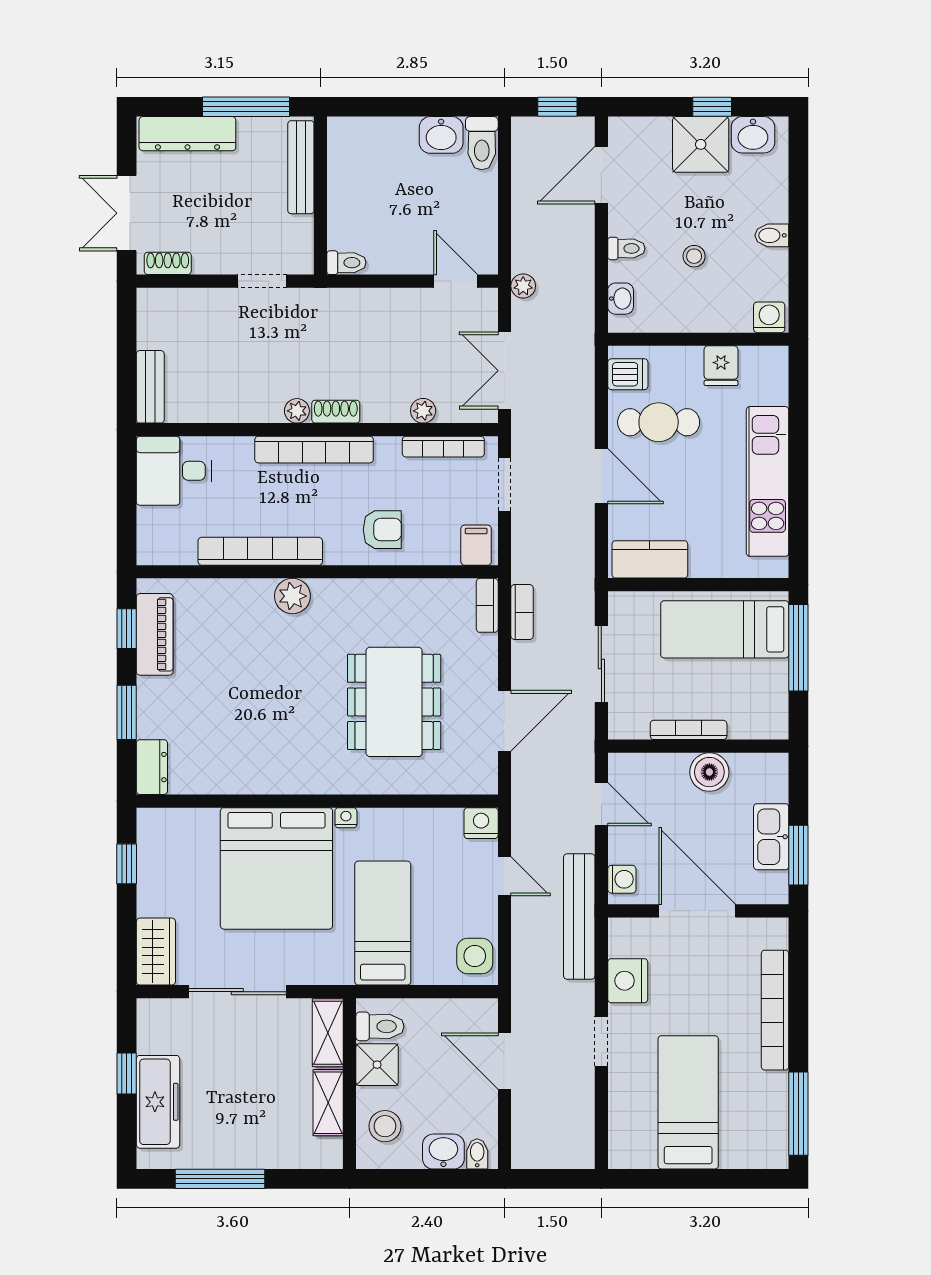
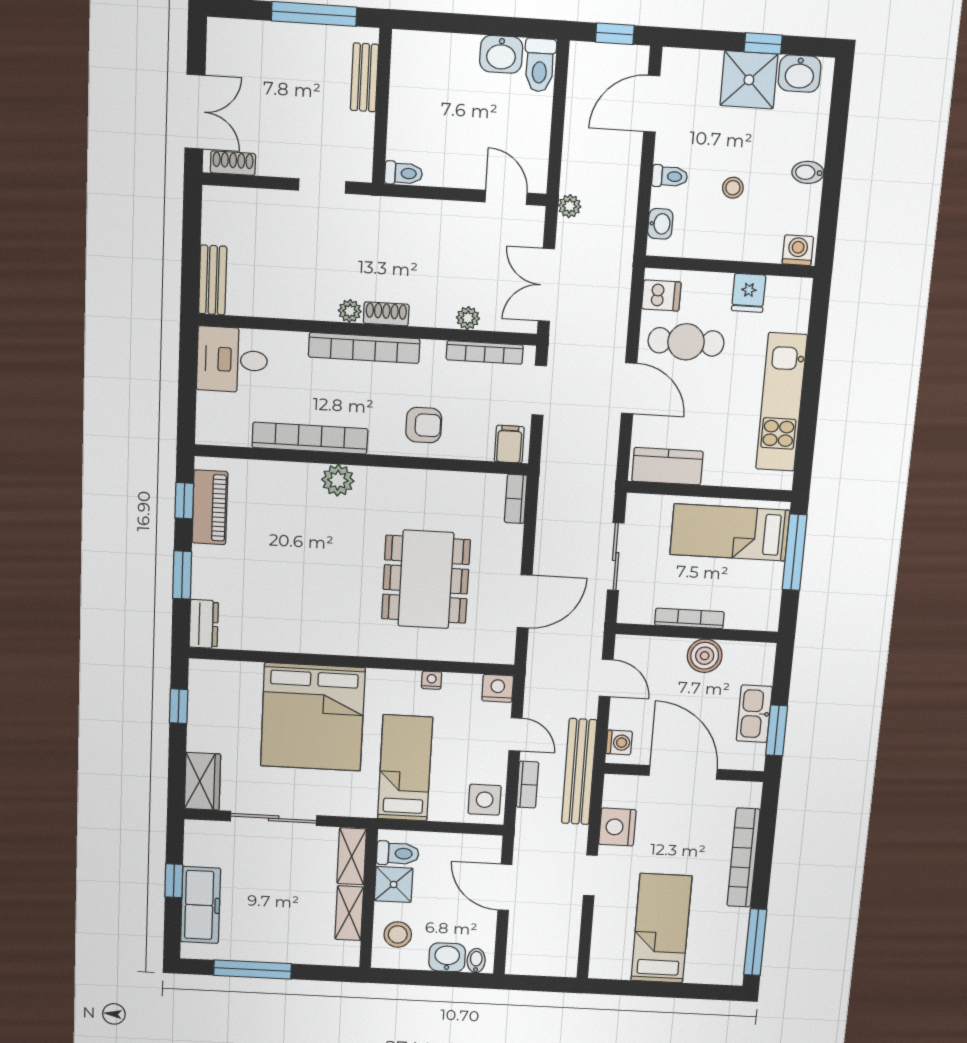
dresser: (187, 134) -> (256, 37), removed
bench: (301, 167) -> (364, 77), width x0.73
double door: (127, 213) -> (195, 112), swing flipped
bookcase: (522, 612) -> (527, 785), moved
nightstand: (346, 818) -> (432, 680), moved

